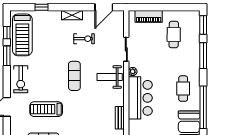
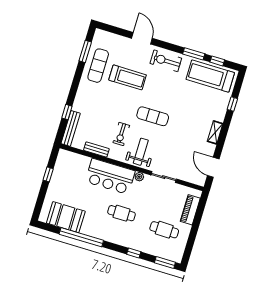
exercise bike: (84, 39) -> (121, 134), moved
window: (203, 56) -> (134, 253), width x0.46
cafe table: (183, 89) -> (121, 213), moved
treadmill: (46, 109) -> (128, 77), turned 90

